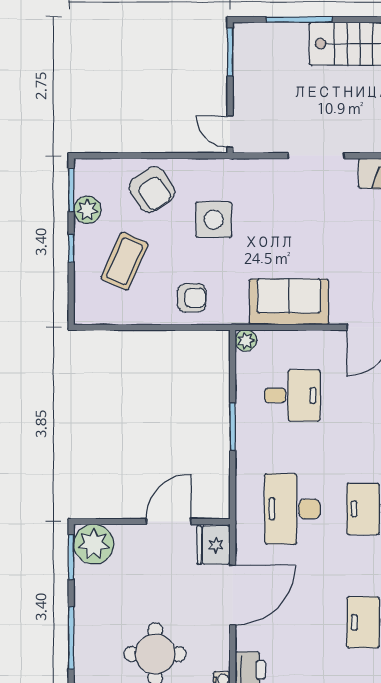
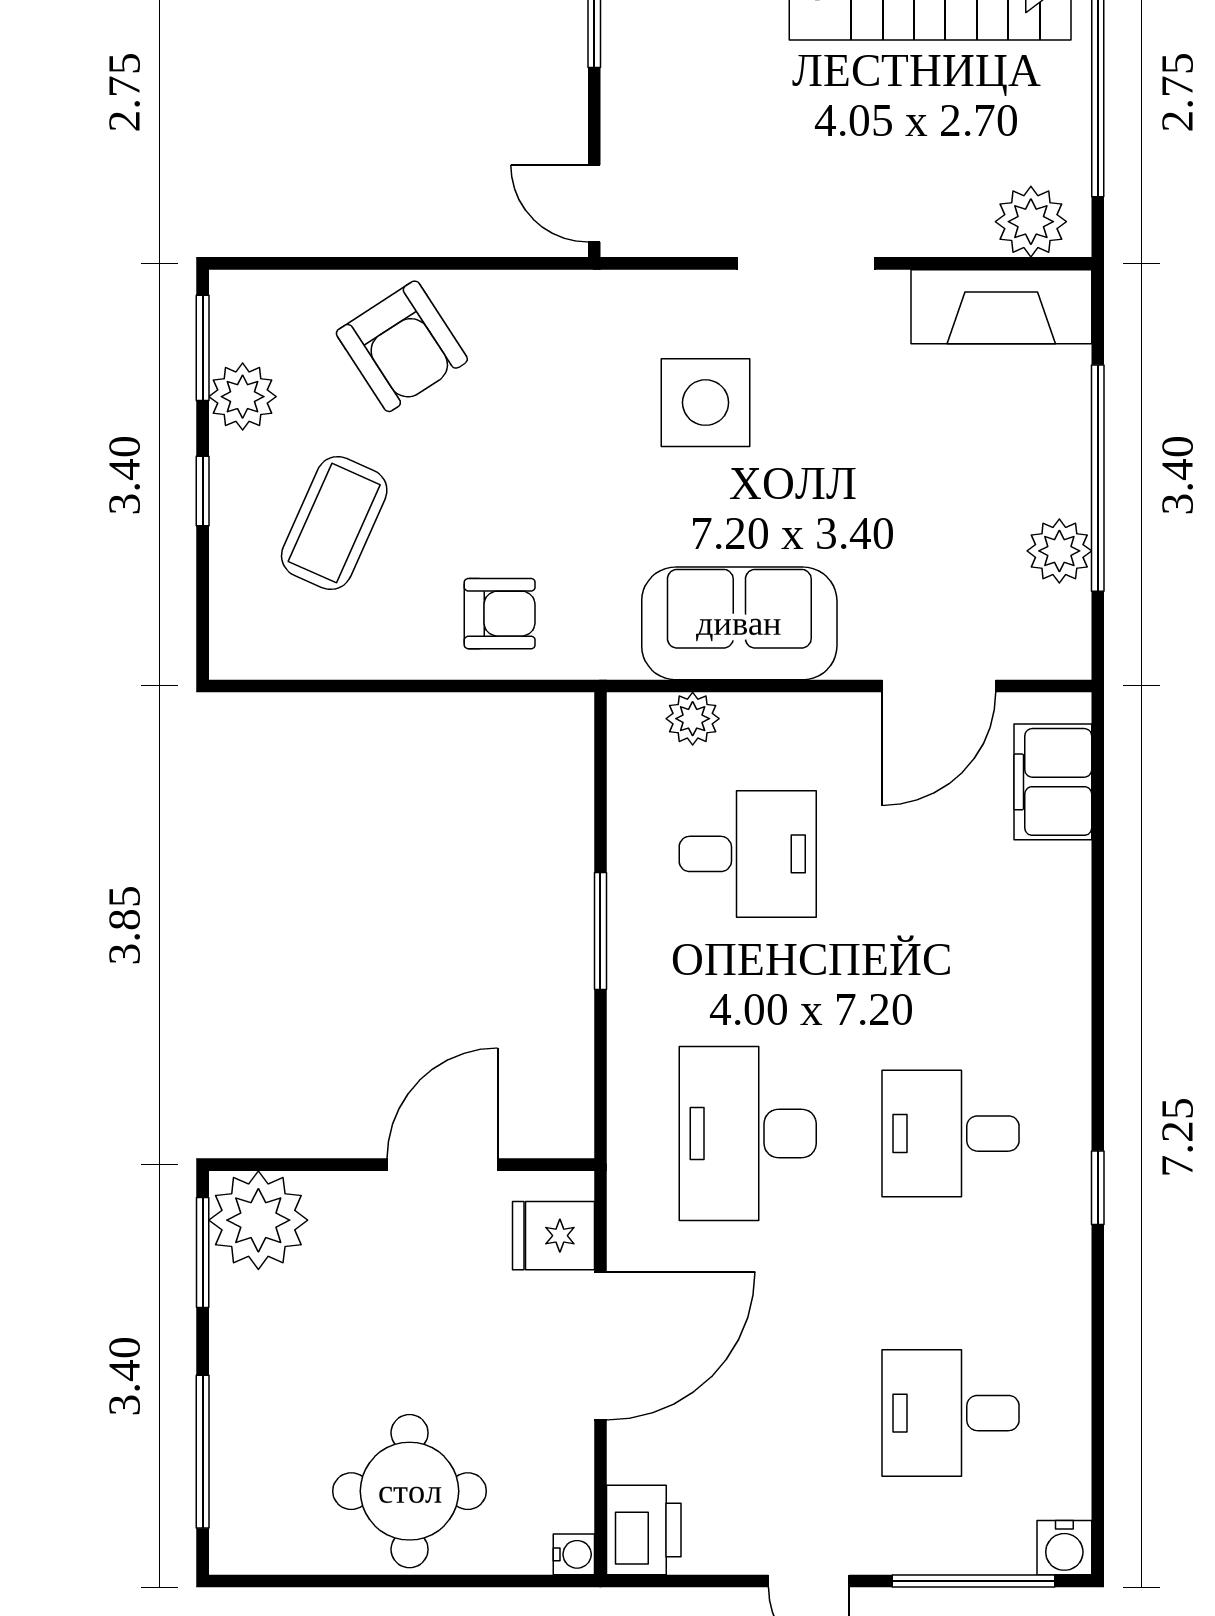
side table: (214, 220) -> (706, 403), moved
plant: (246, 341) -> (693, 719), moved
fridge: (214, 545) -> (553, 1236), width x0.72

